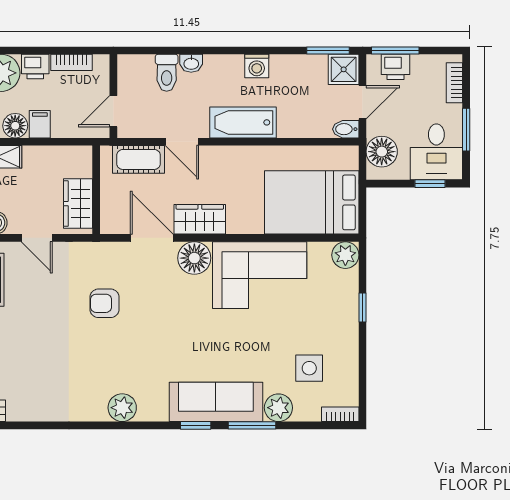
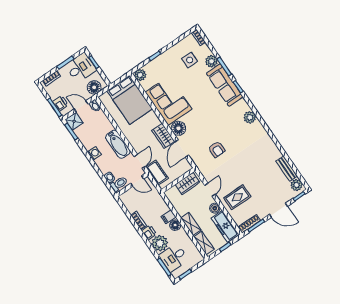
wall: (113, 96) -> (132, 185), moved
door: (113, 111) -> (137, 181), moved

